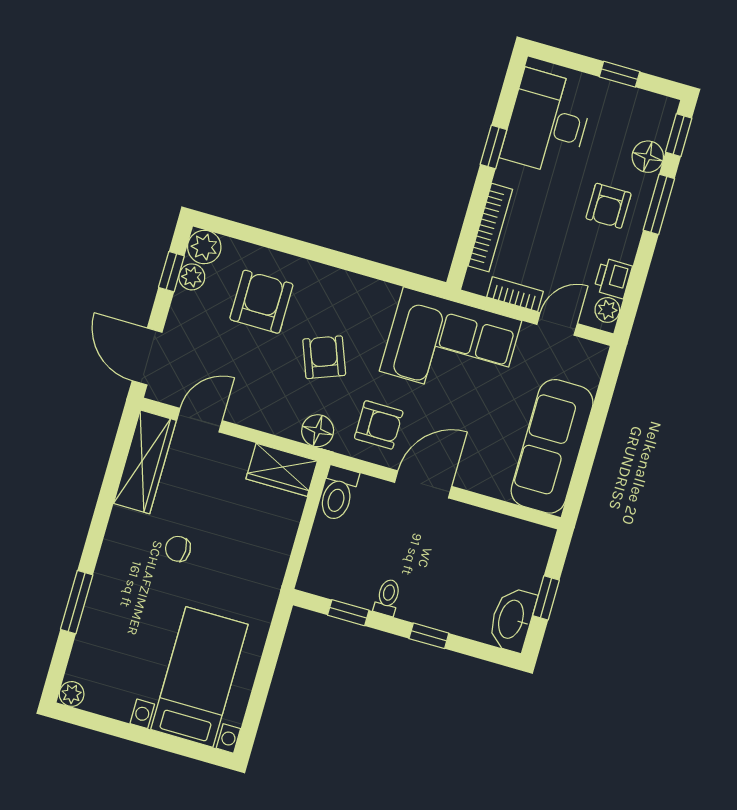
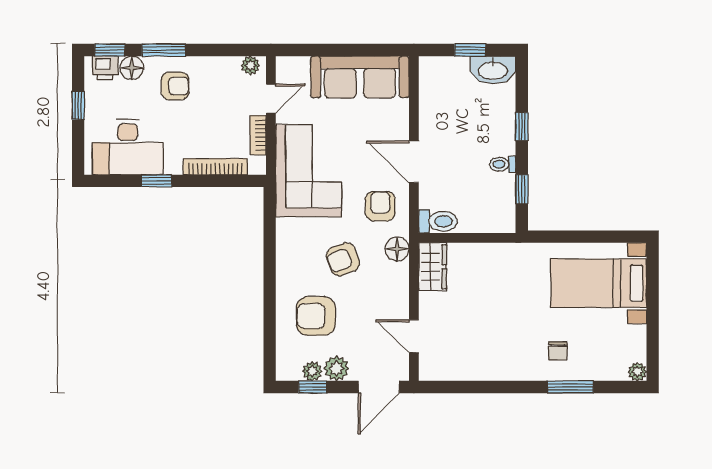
plant: (204, 247) -> (336, 368), moved
printer: (613, 278) -> (105, 68), moved
door: (557, 324) -> (271, 99), swing flipped
wardrobe: (145, 462) -> (455, 367), removed
chair: (178, 549) -> (558, 351), moved

